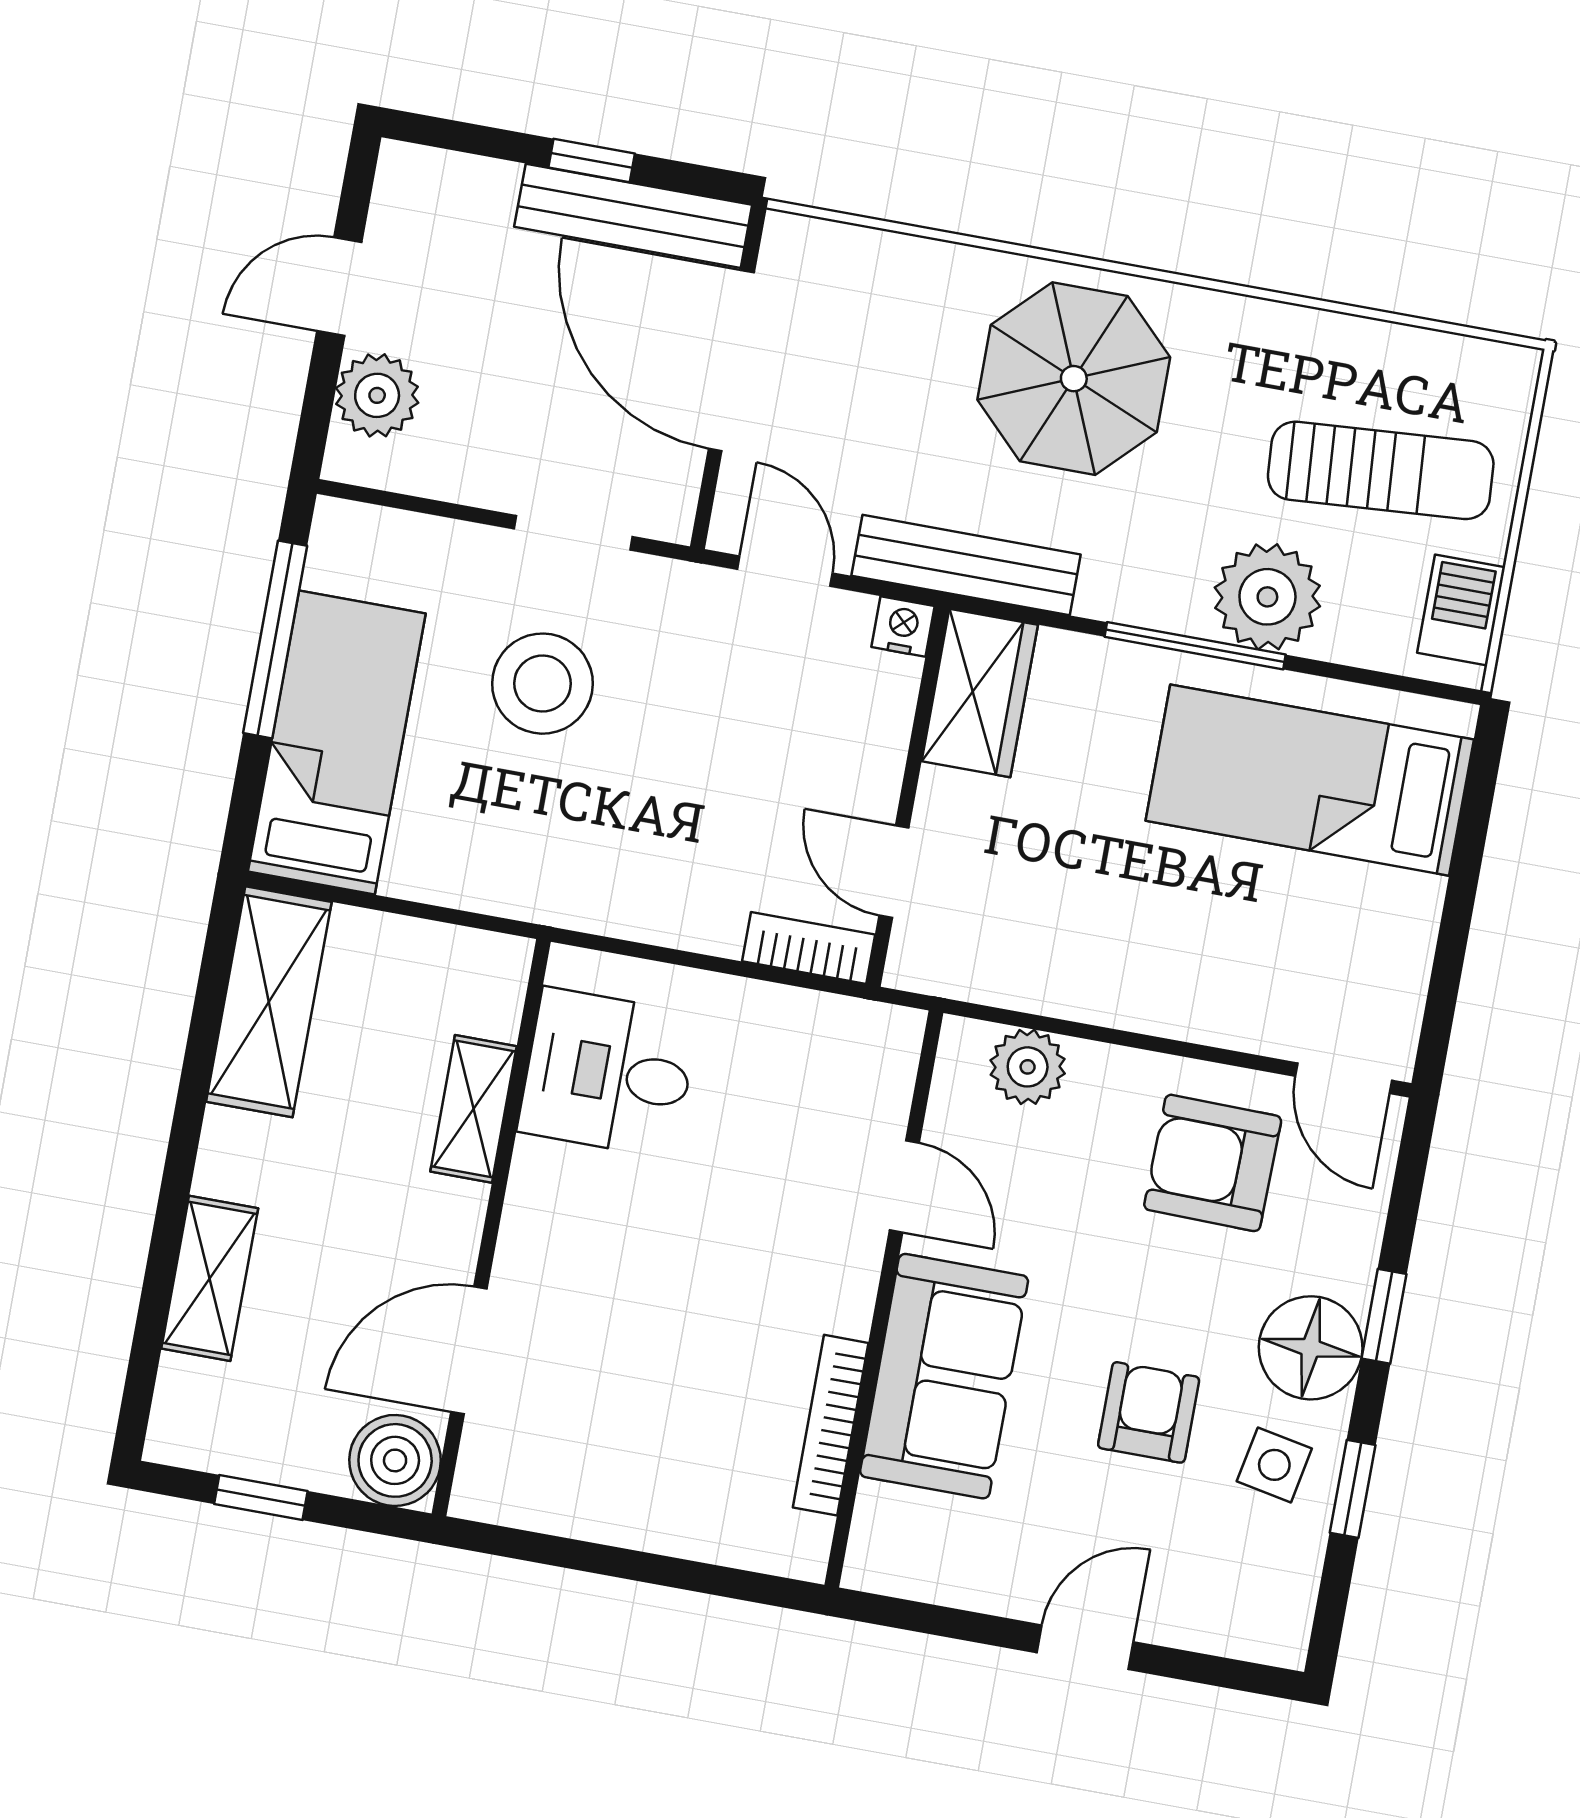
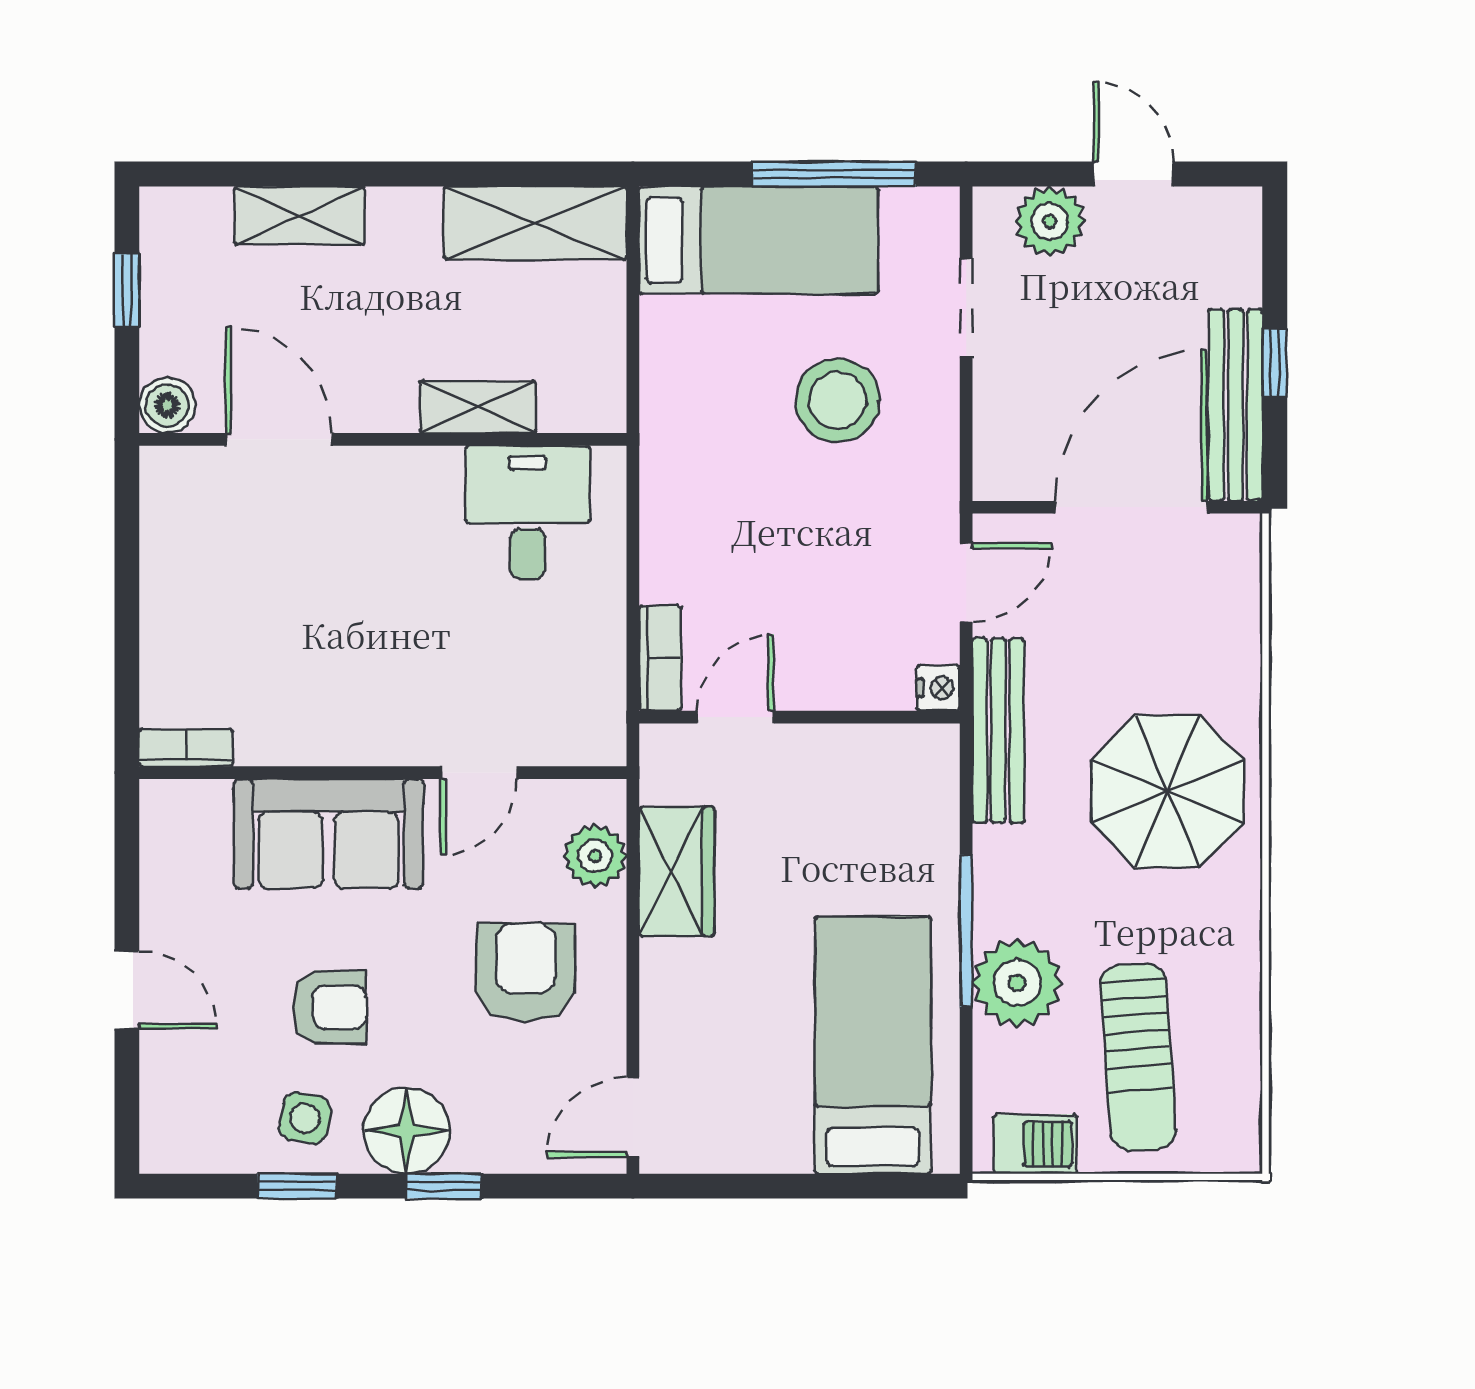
doorway: (573, 533) -> (966, 308), moved
wardrobe: (980, 693) -> (677, 871), moved, turned -90
armchair: (1213, 1163) -> (525, 972), moved
bookcase: (831, 1425) -> (186, 748), moved, width x0.64
boiler: (395, 1460) -> (167, 405), width x0.73, depth x0.73

